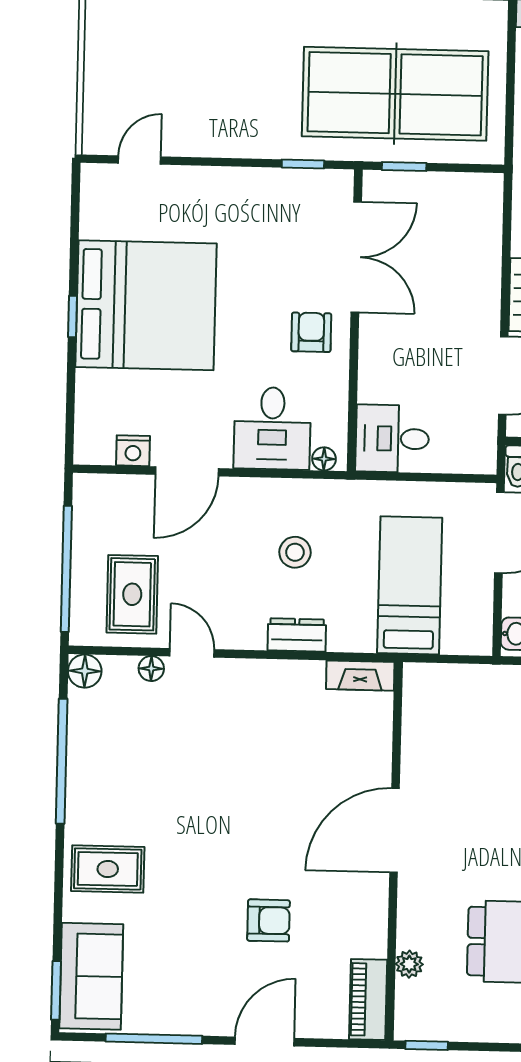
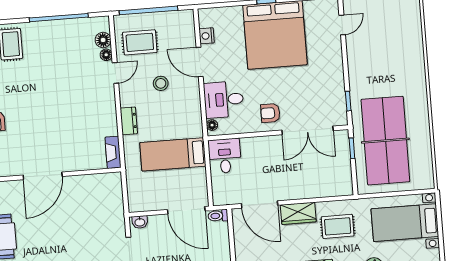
door: (140, 160) -> (342, 25), hinge flipped
armchair: (311, 332) -> (270, 113), turned 180
stool: (295, 552) -> (161, 83), moved
bed: (410, 585) -> (173, 154), moved, turned 180
floor lamp: (85, 671) -> (103, 40), moved
door: (395, 830) -> (43, 176), swing flipped

